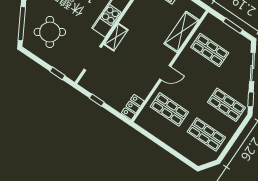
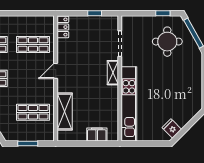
round table: (50, 32) -> (167, 42), turned 34
window: (57, 73) -> (163, 13), moved

